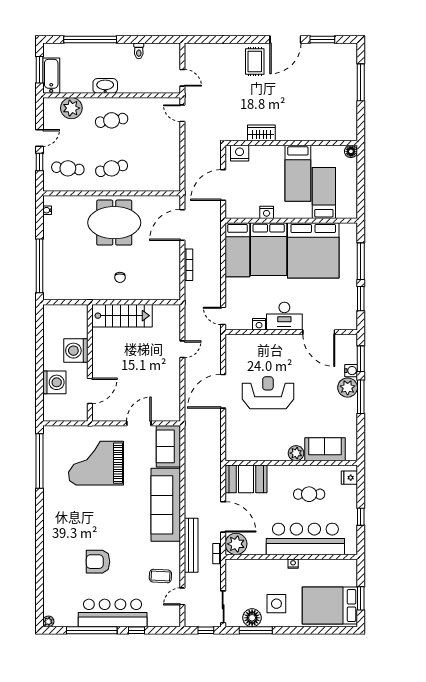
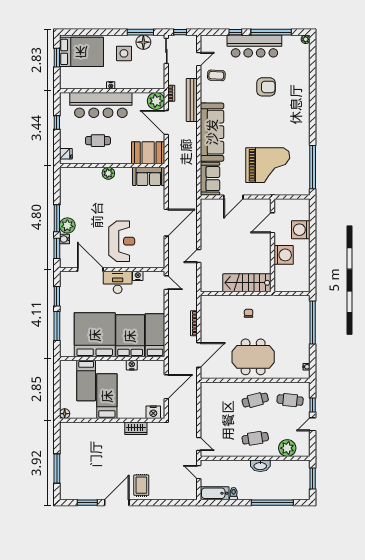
bathtub: (51, 76) -> (215, 493), moved, turned 90
reception desk: (268, 393) -> (122, 241), moved, turned -90
sofa: (325, 449) -> (149, 176), moved

